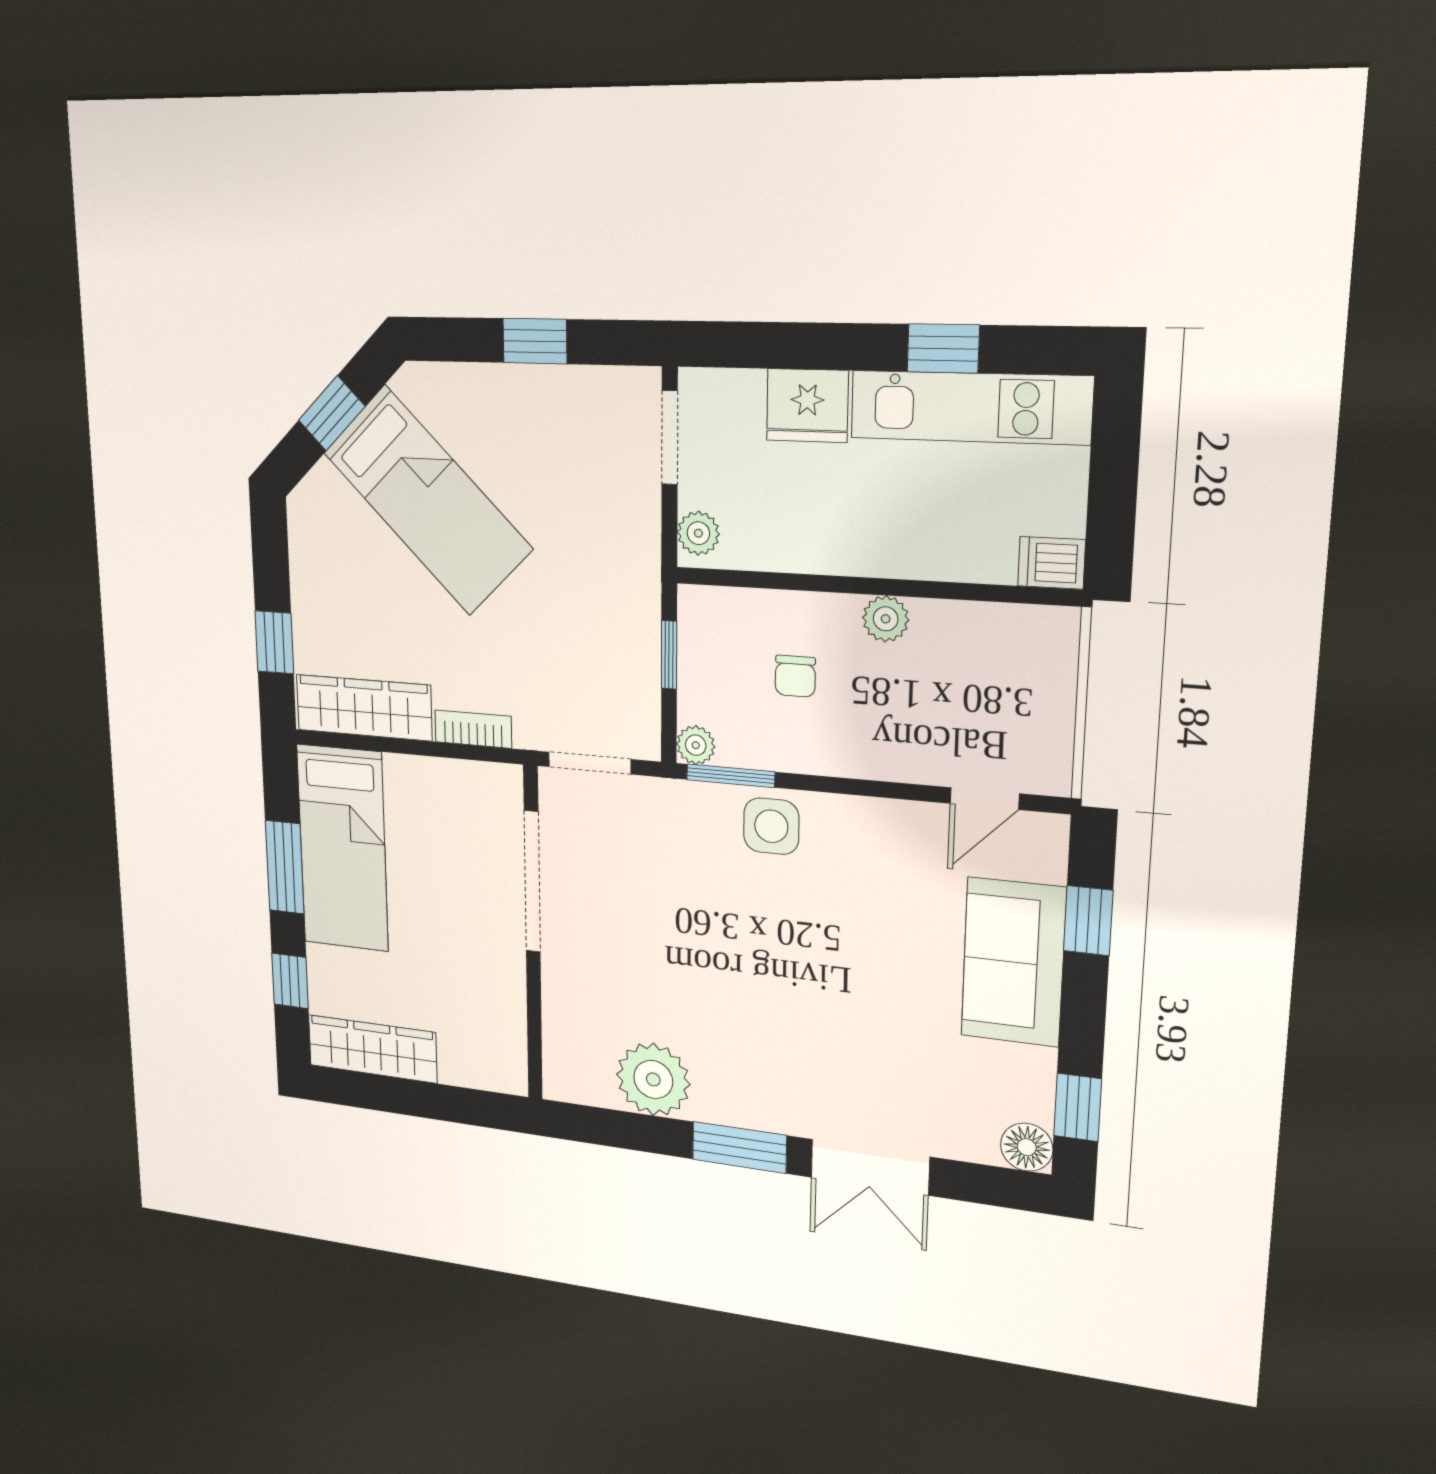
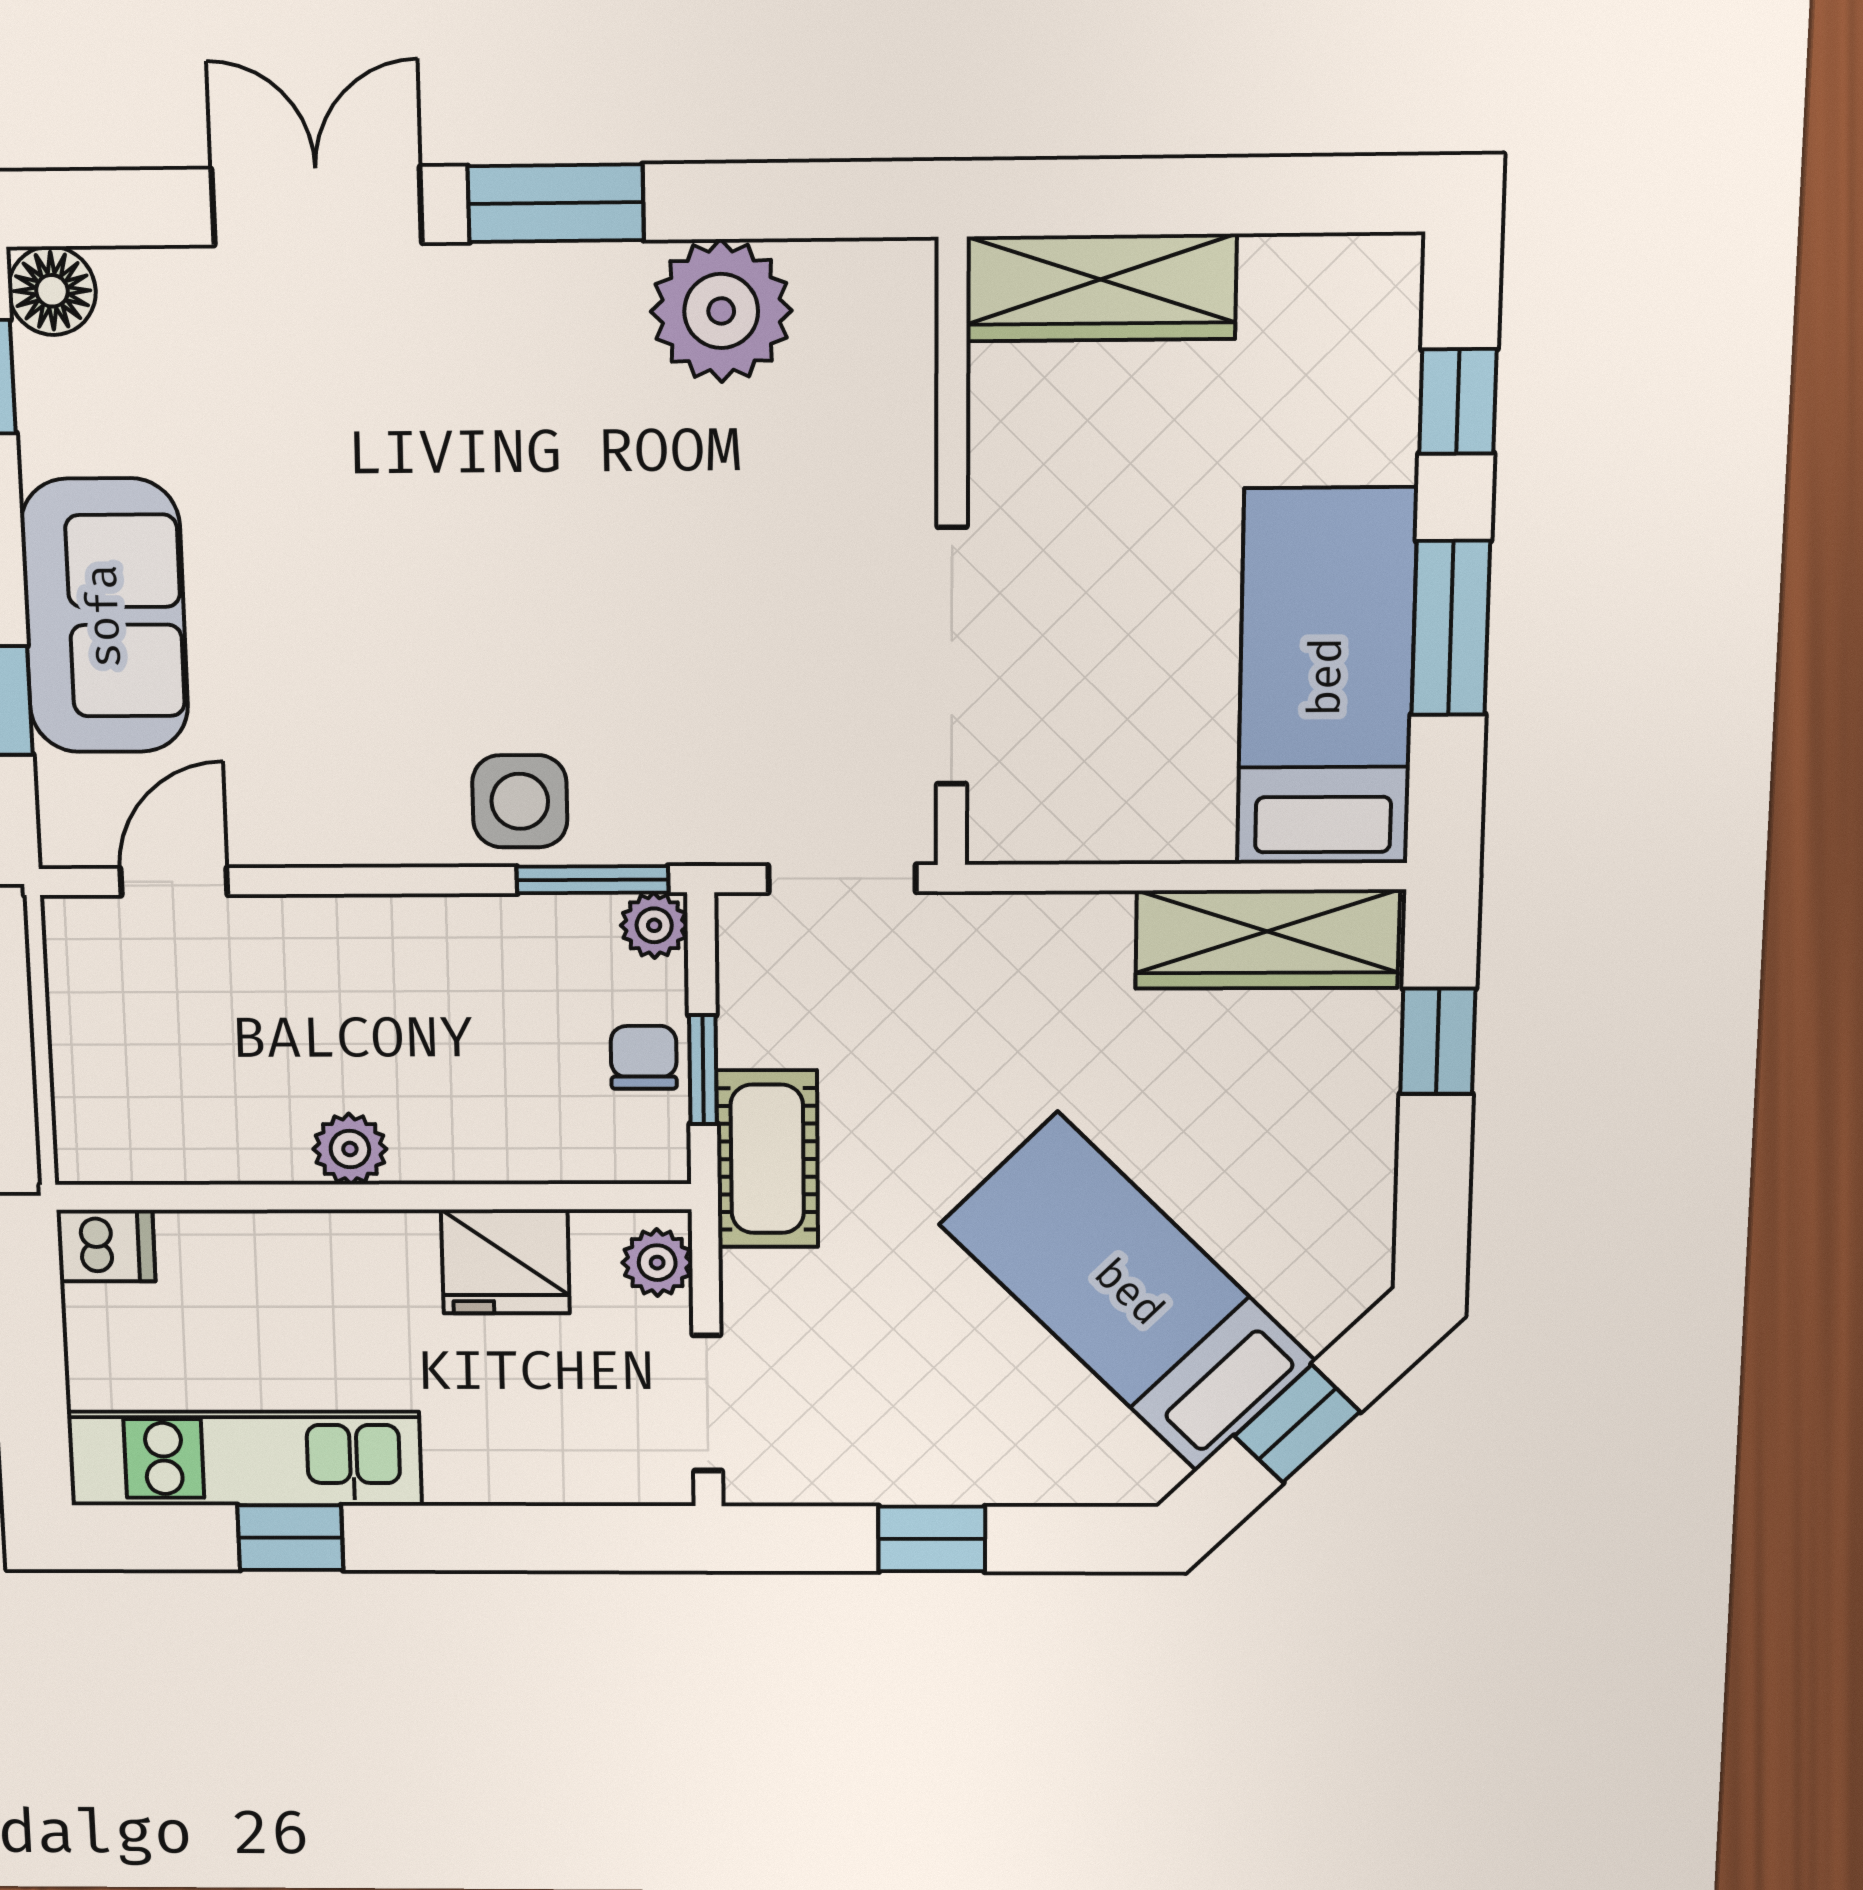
fridge: (807, 406) -> (505, 1262), moved, turned 180
cot: (632, 596) -> (767, 1159), added
chair: (795, 676) -> (644, 1057), moved
bookcase: (473, 729) -> (1057, 919), removed
wardrobe: (372, 1049) -> (1101, 288), moved

